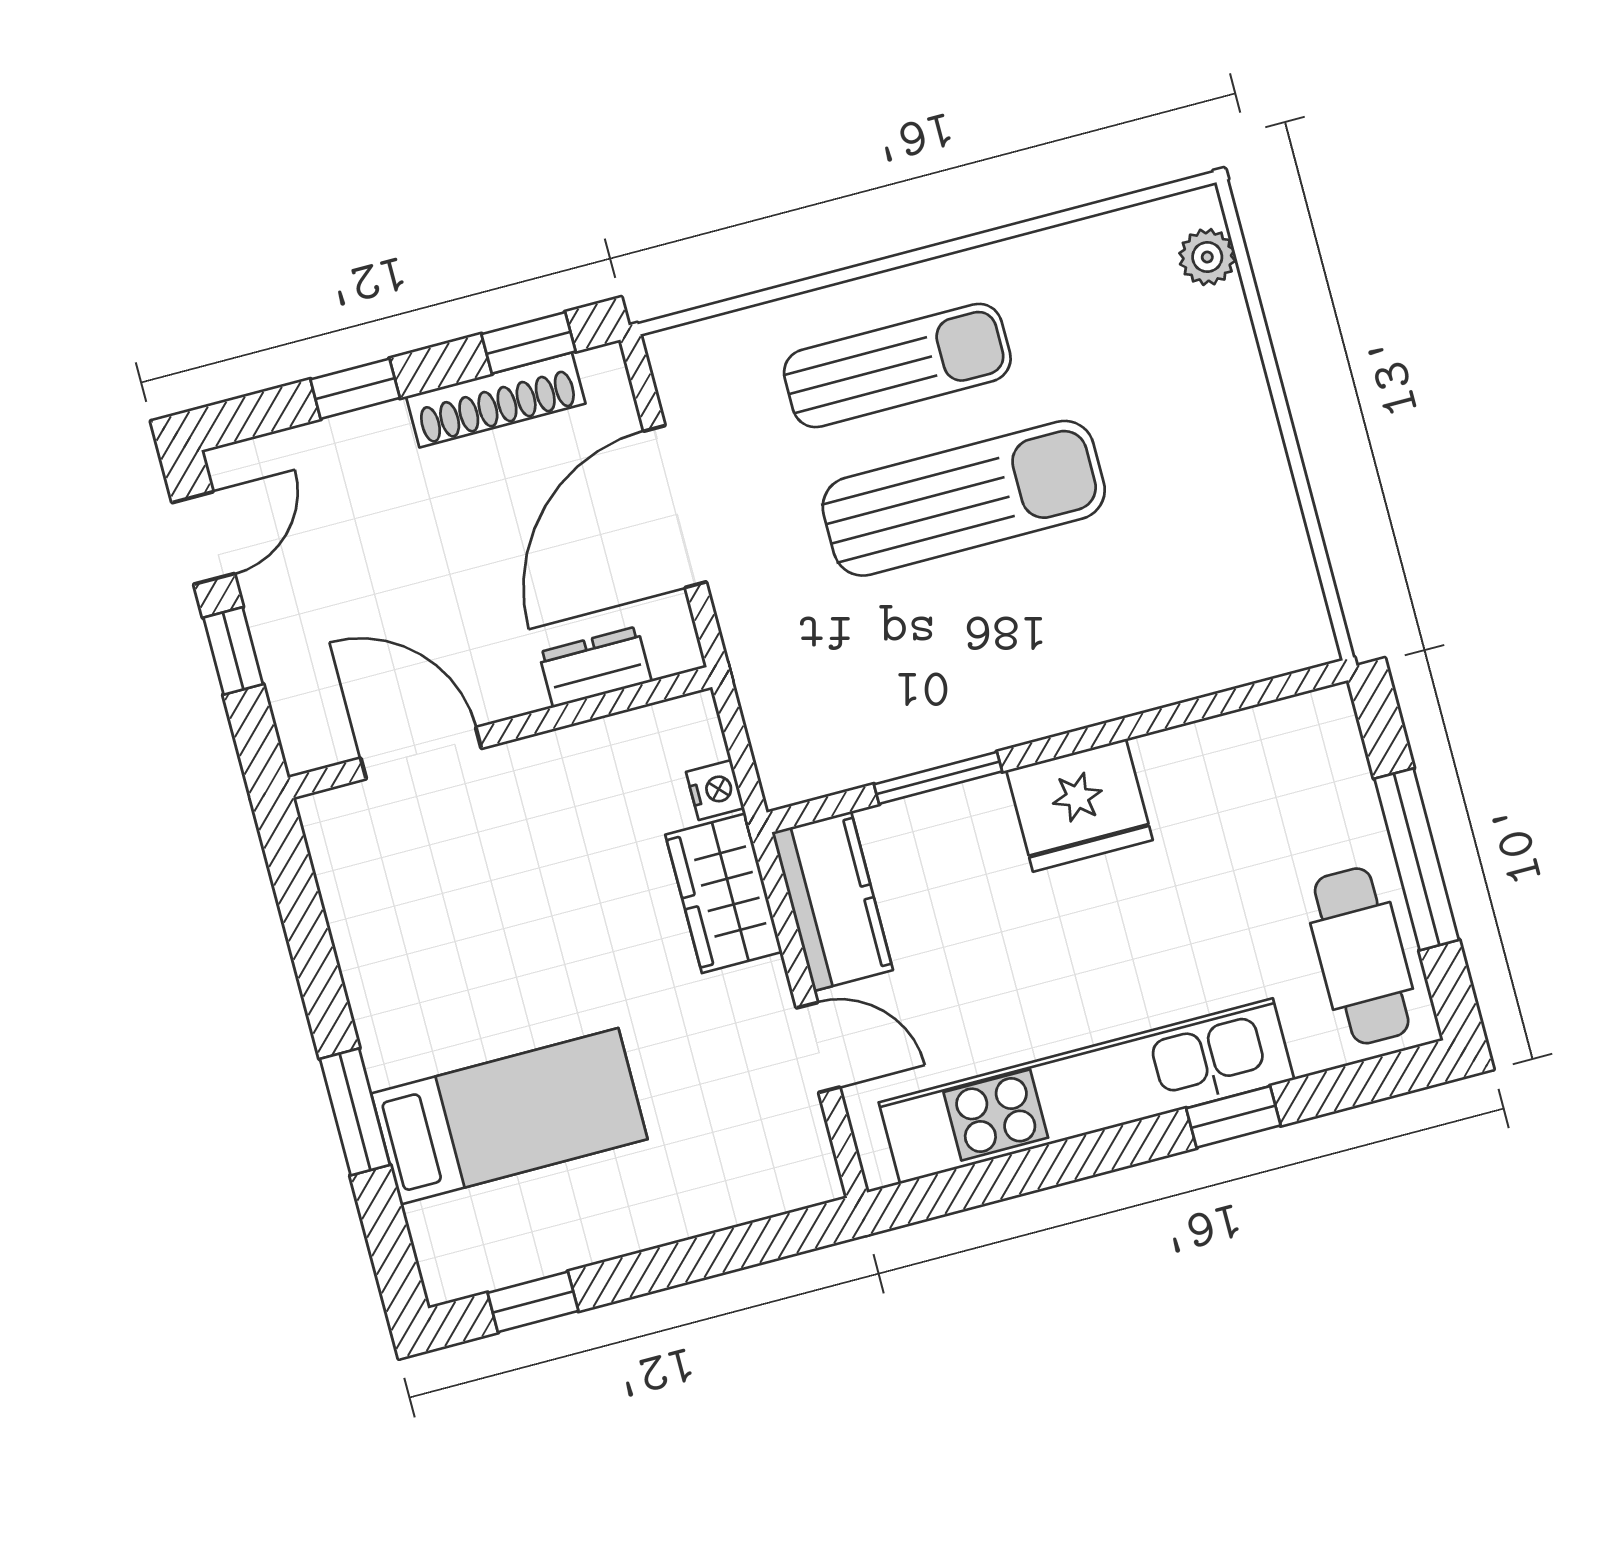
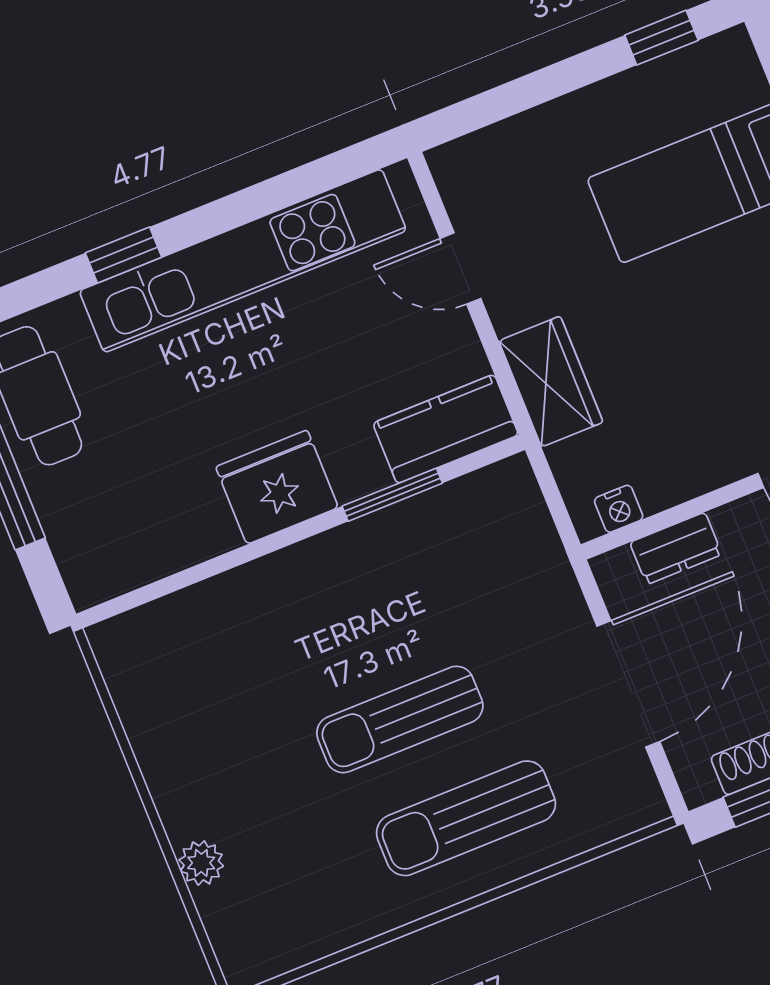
plant: (1207, 257) -> (201, 863), moved
sun lounger: (964, 498) -> (400, 719), width x0.73, depth x0.75
nightstand: (715, 790) -> (619, 509), moved, turned -90
kitchen counter: (832, 901) -> (446, 429), moved, turned 90

